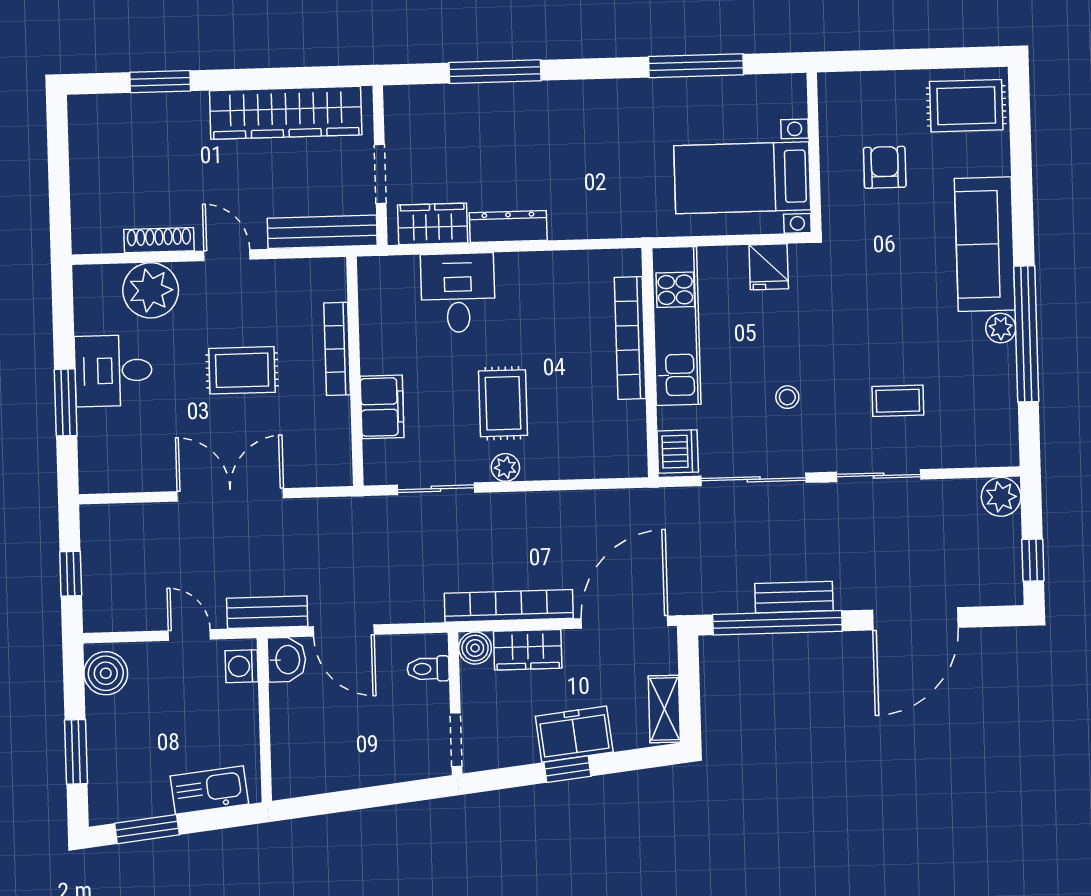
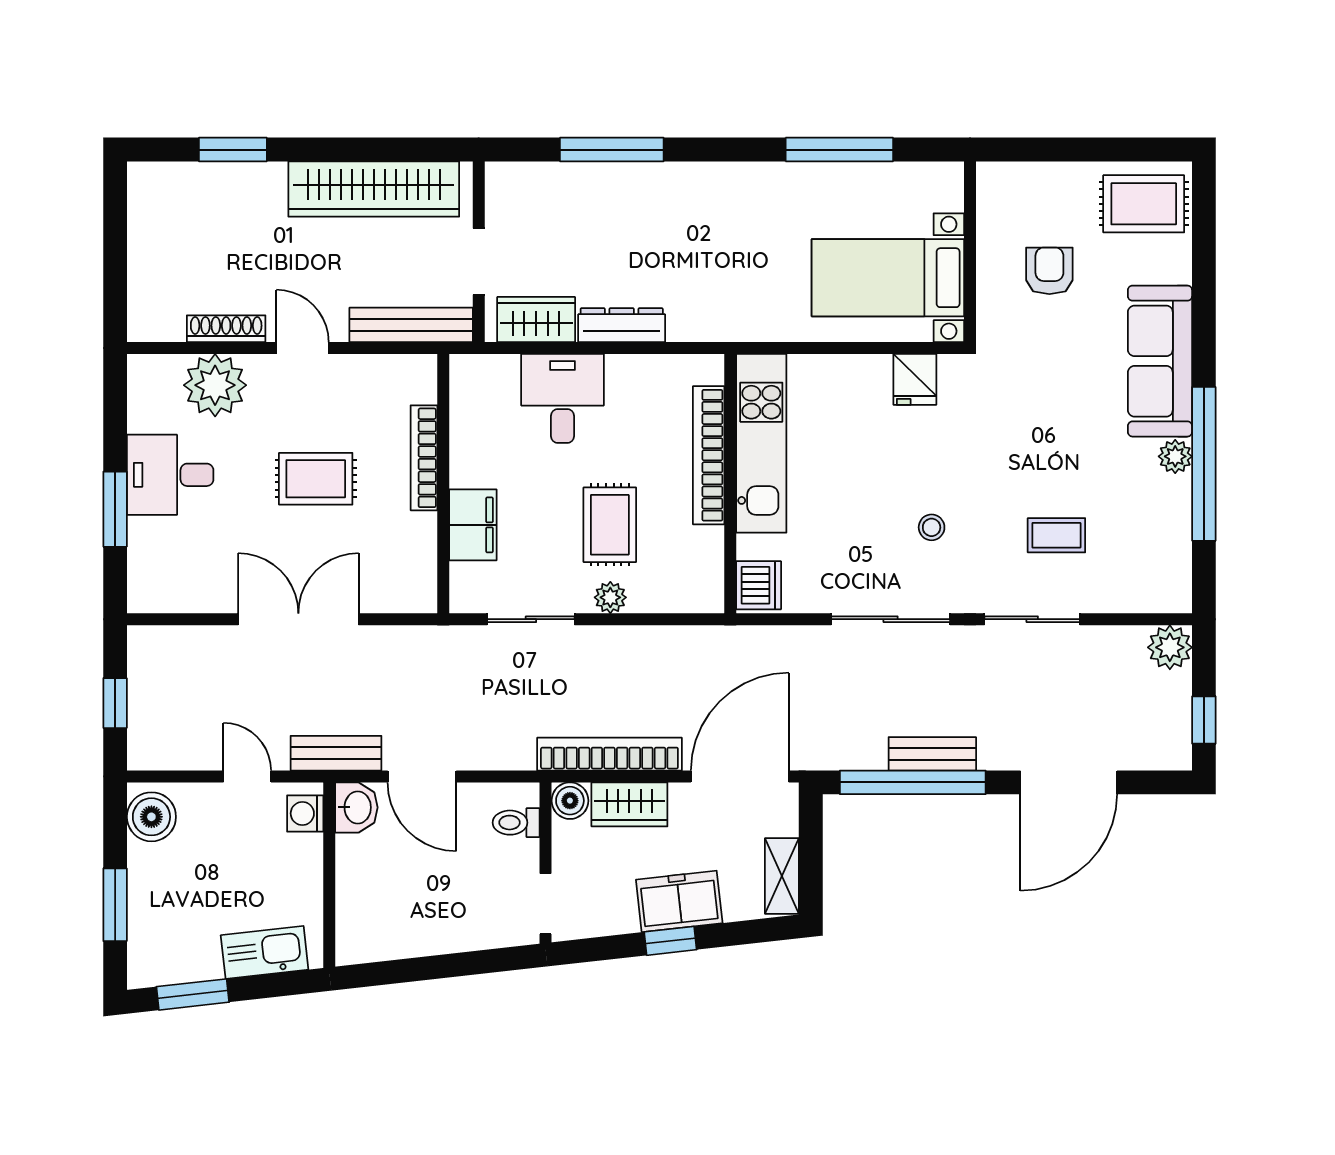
kitchen unit: (676, 326) -> (761, 443), moved
bookcase: (630, 338) -> (709, 455), moved
wall: (650, 362) -> (730, 484), moved
dishwasher: (678, 452) -> (759, 585), moved

